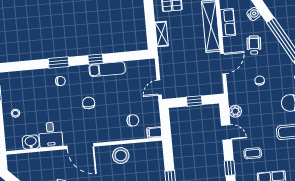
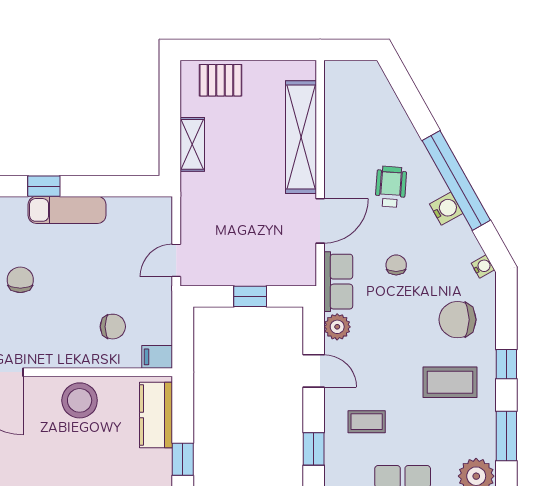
water cooler: (254, 14) -> (446, 209), moved
row of seats: (228, 22) -> (338, 282), moved
kitchen counter: (156, 159) -> (156, 415), added

